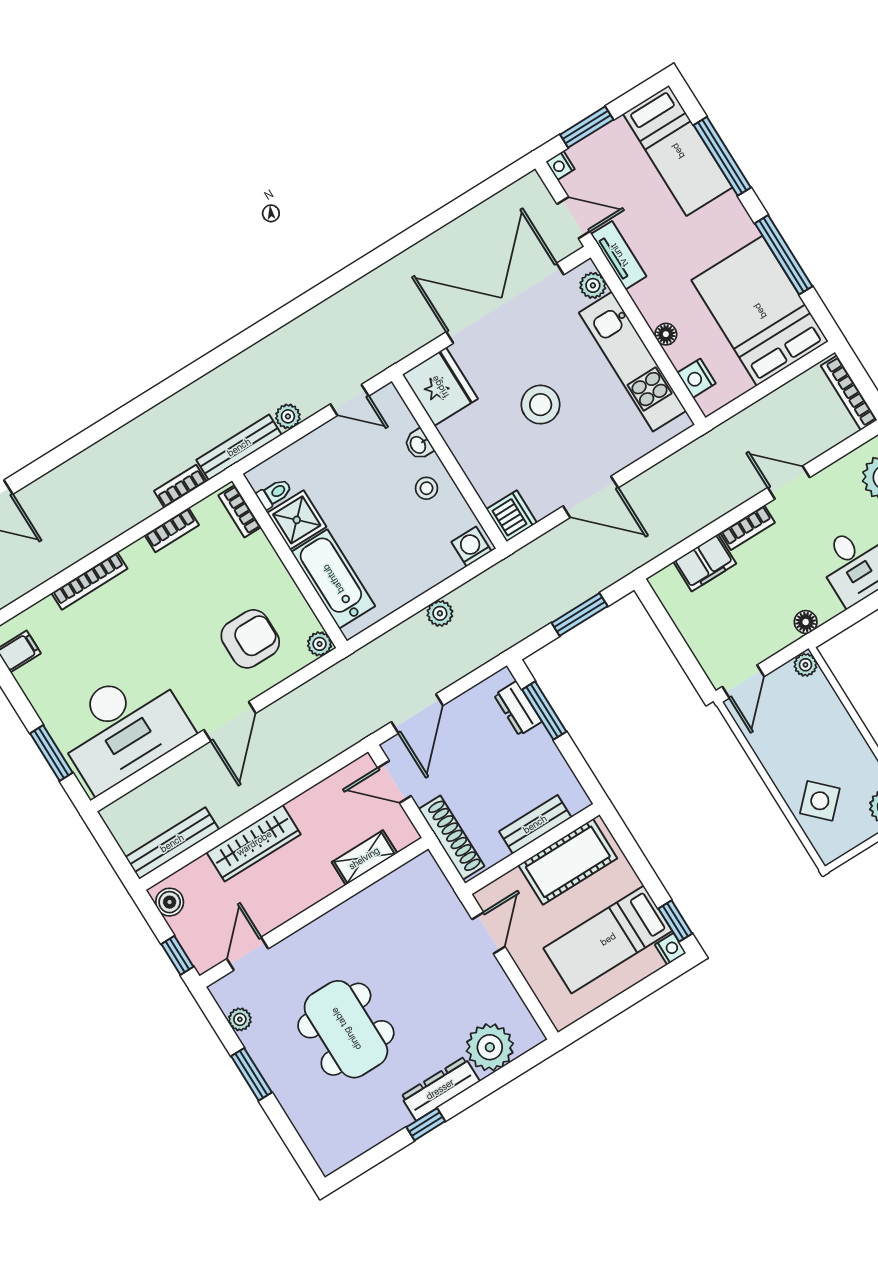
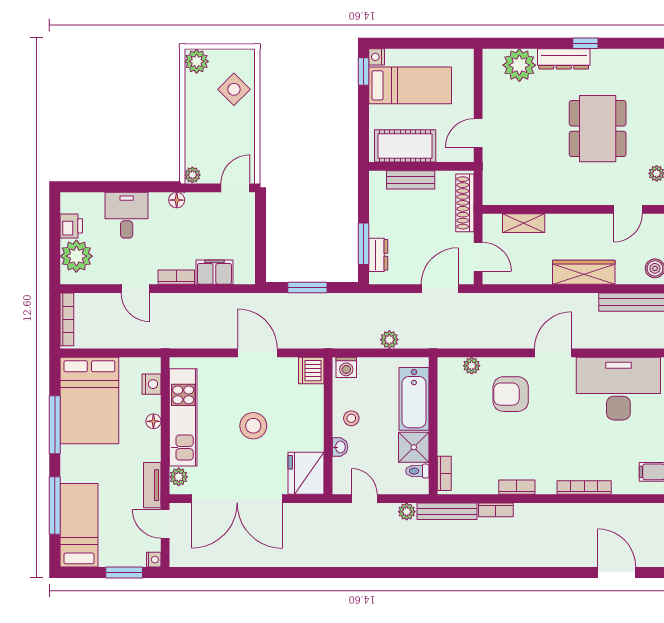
toilet: (274, 493) -> (417, 471), moved
bookcase: (240, 511) -> (444, 473), moved
shower: (297, 520) -> (414, 447), moved
wall: (289, 561) -> (433, 426), moved
bathtub: (333, 579) -> (414, 399), moved

